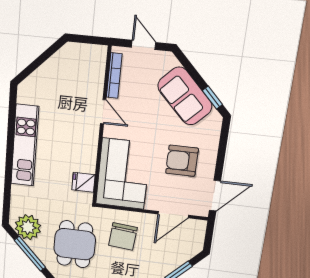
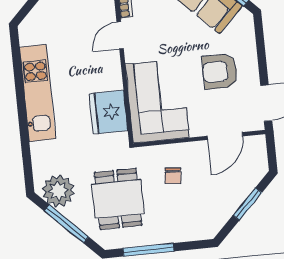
door: (103, 112) -> (120, 35), swing flipped
fridge: (83, 182) -> (109, 112), width x1.88, depth x1.34
chair: (123, 236) -> (173, 176), width x0.54, depth x0.54

